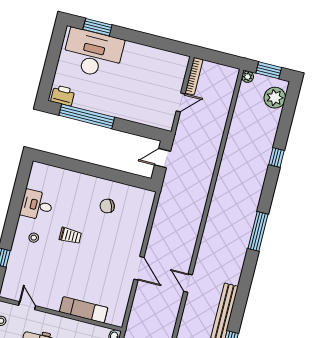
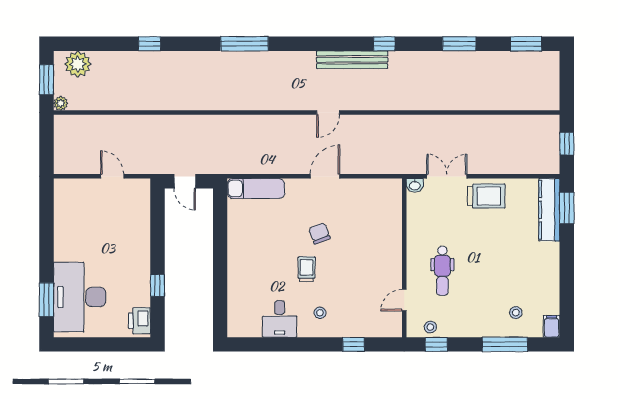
bookcase: (194, 76) -> (77, 168), removed
window: (87, 116) -> (157, 285), width x0.32
chair: (107, 206) -> (319, 233), moved, turned 180
exam couch: (84, 310) -> (256, 189), moved, turned -90

